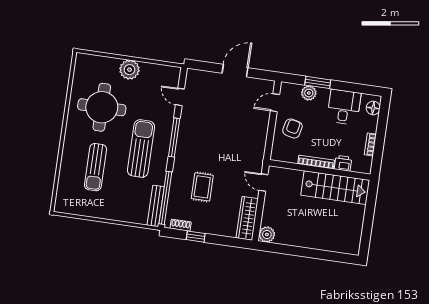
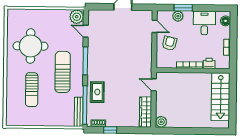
plant: (130, 70) -> (77, 17), moved
door: (275, 103) -> (155, 26), swing flipped
rug: (202, 187) -> (97, 92), moved
stairs: (335, 188) -> (221, 97), moved, turned 90

